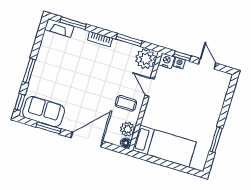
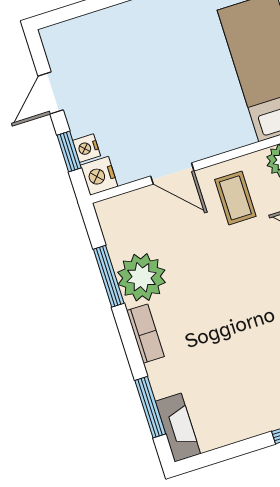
plant: (146, 59) -> (142, 277), moved
door: (150, 87) -> (172, 174), hinge flipped

